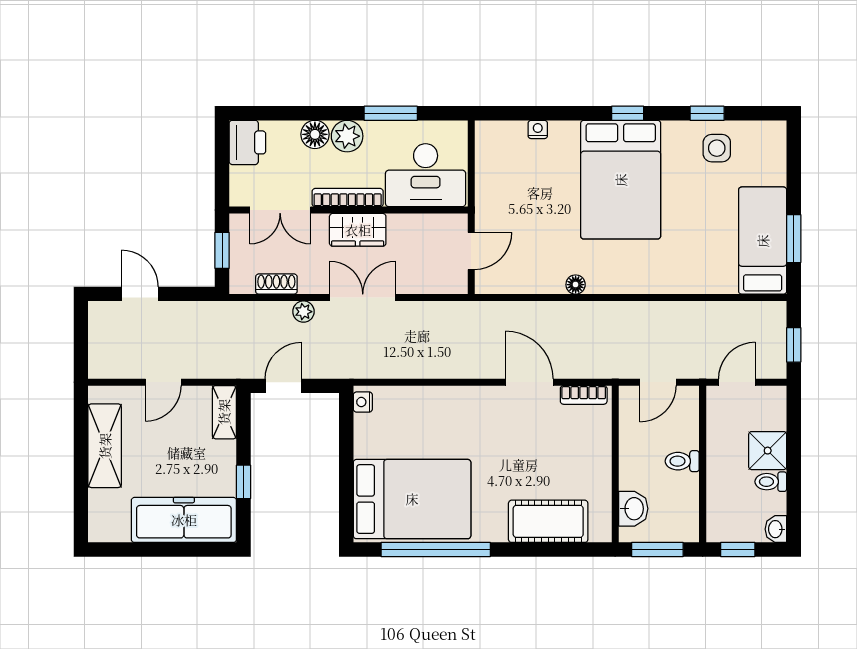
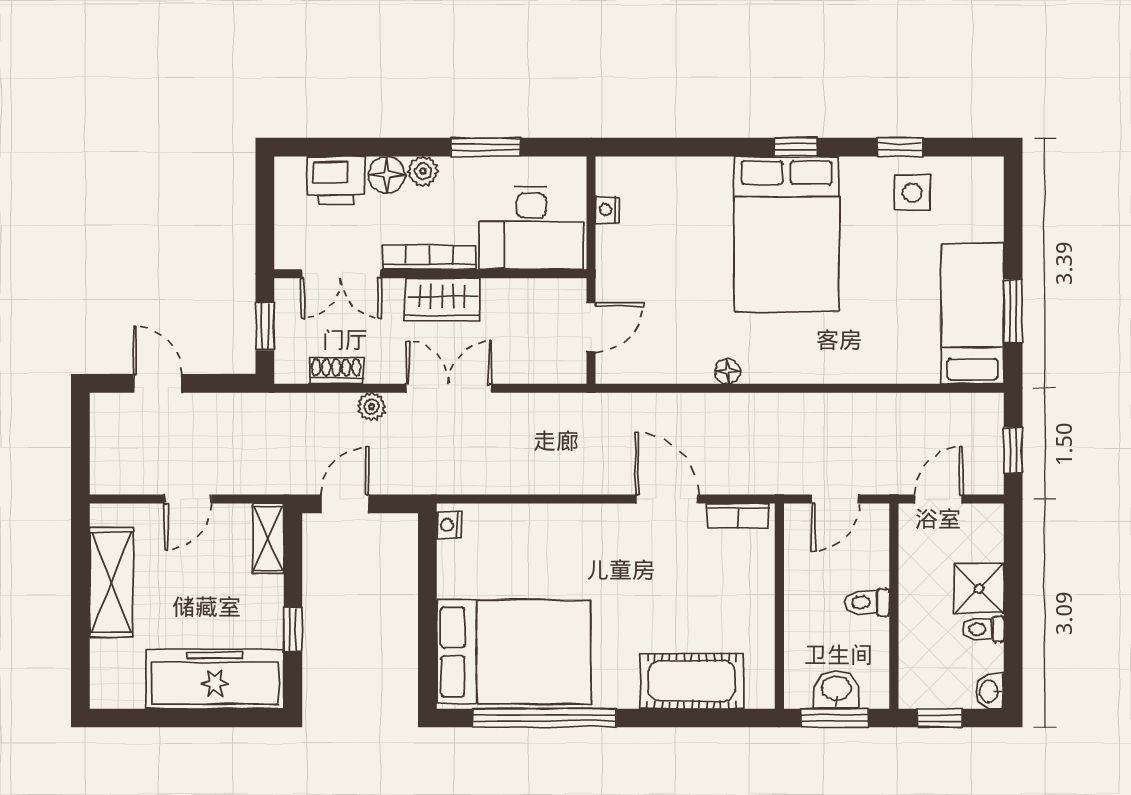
nightstand: (538, 129) -> (607, 210), moved, turned -90
plant: (347, 136) -> (423, 171), width x0.73, depth x0.73
printer: (247, 142) -> (336, 180), moved, turned 90
washbasin: (633, 509) -> (836, 690), moved, turned -90

